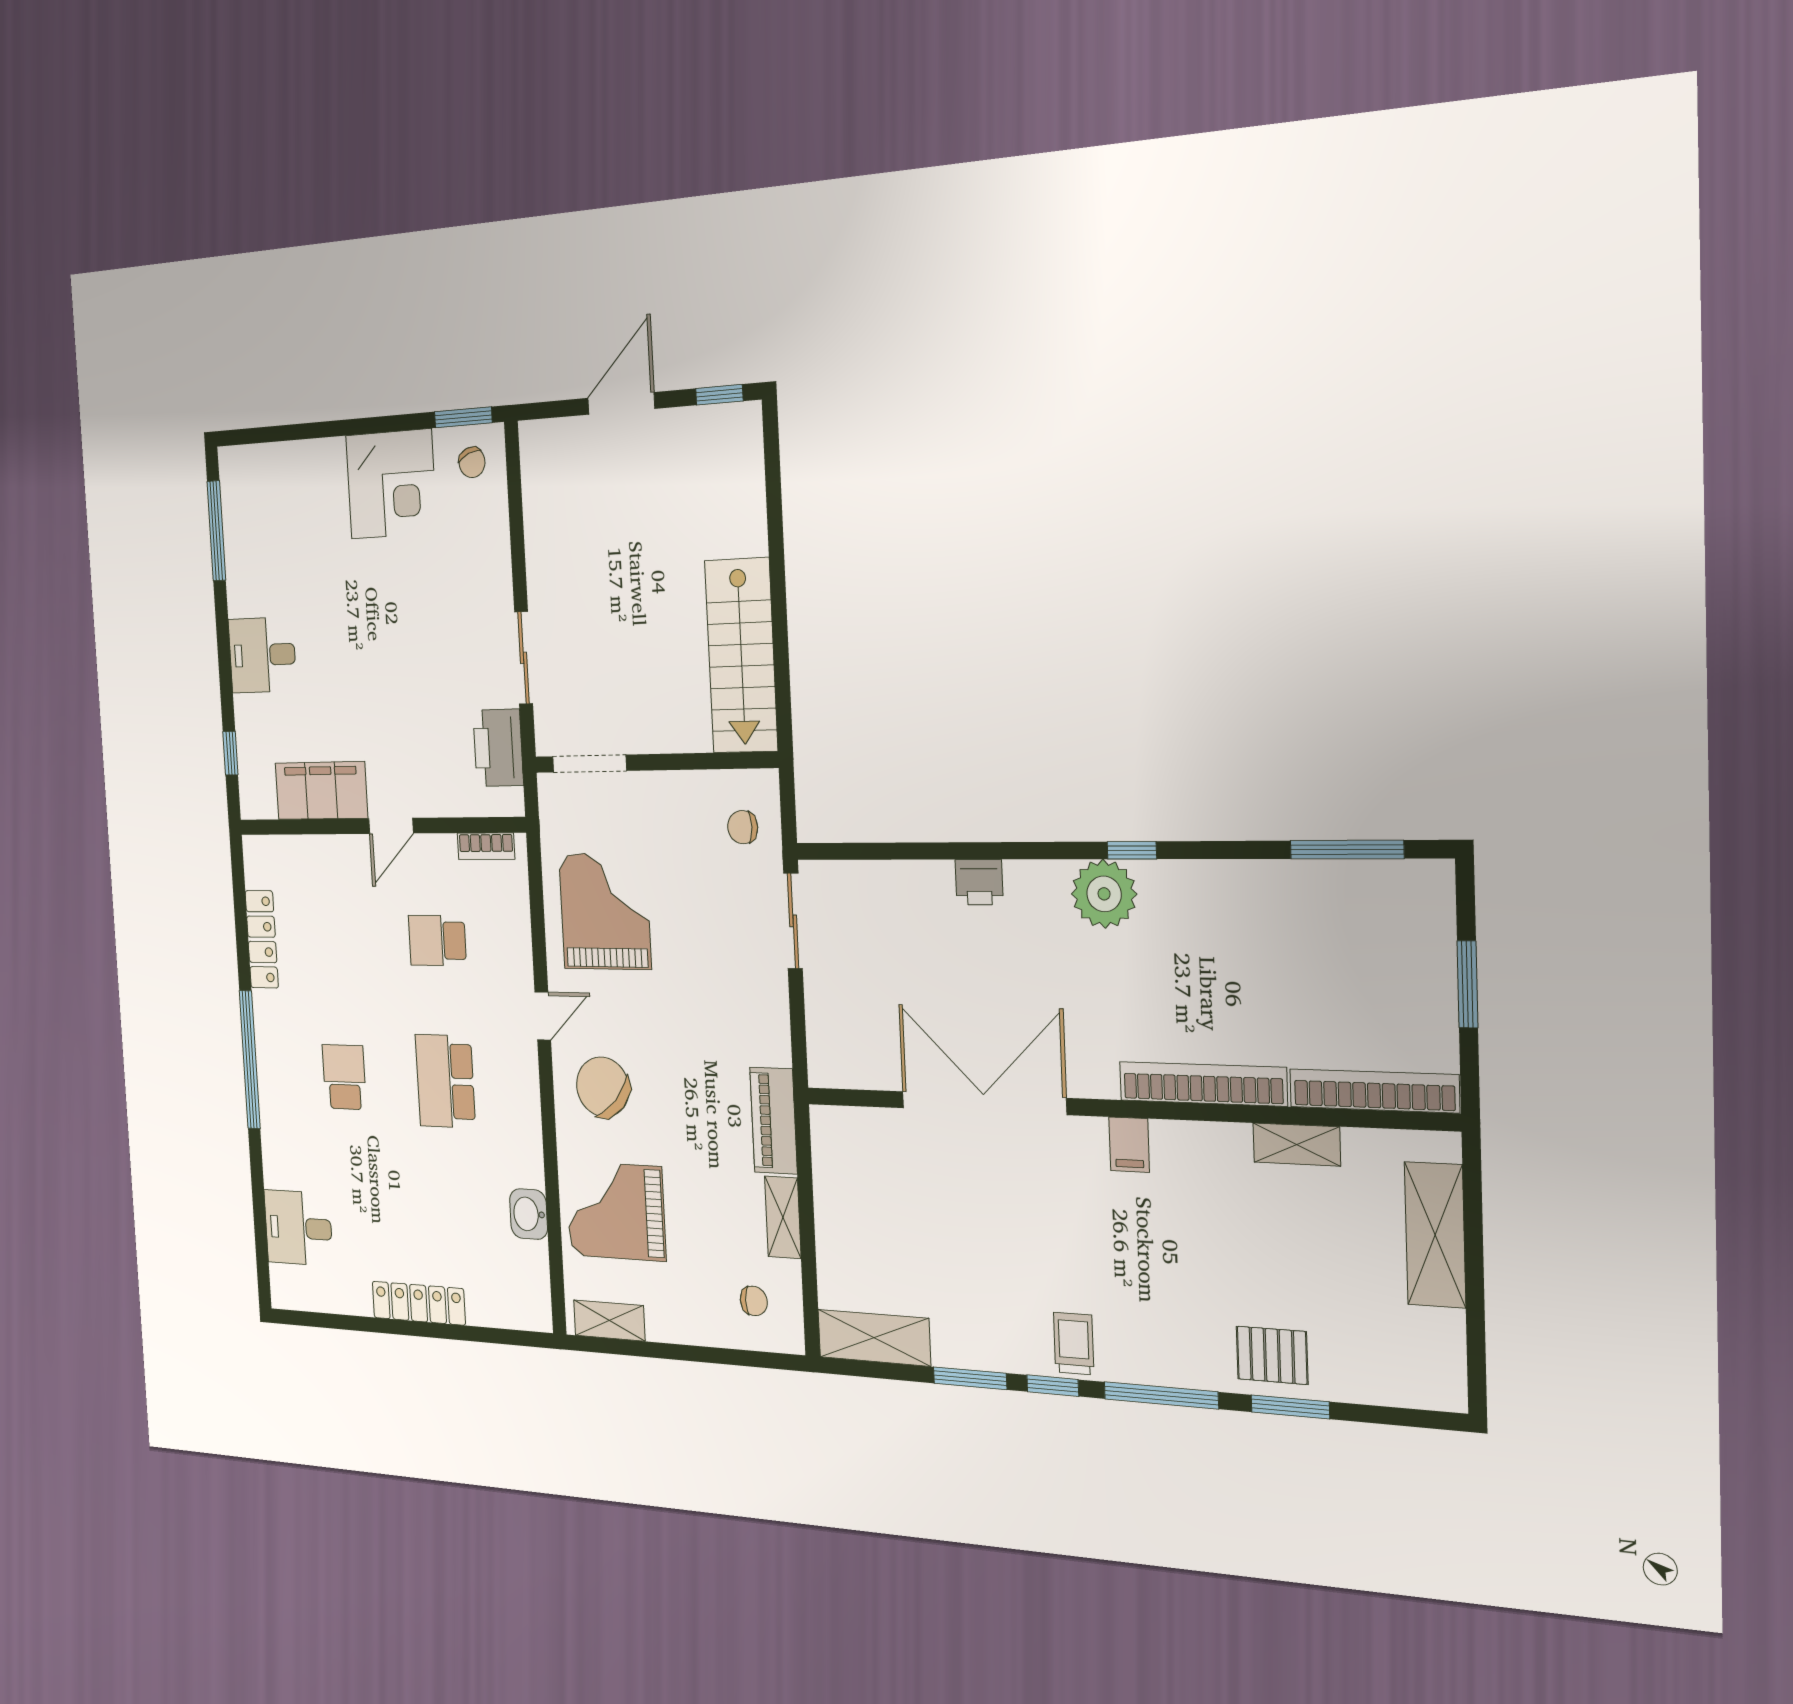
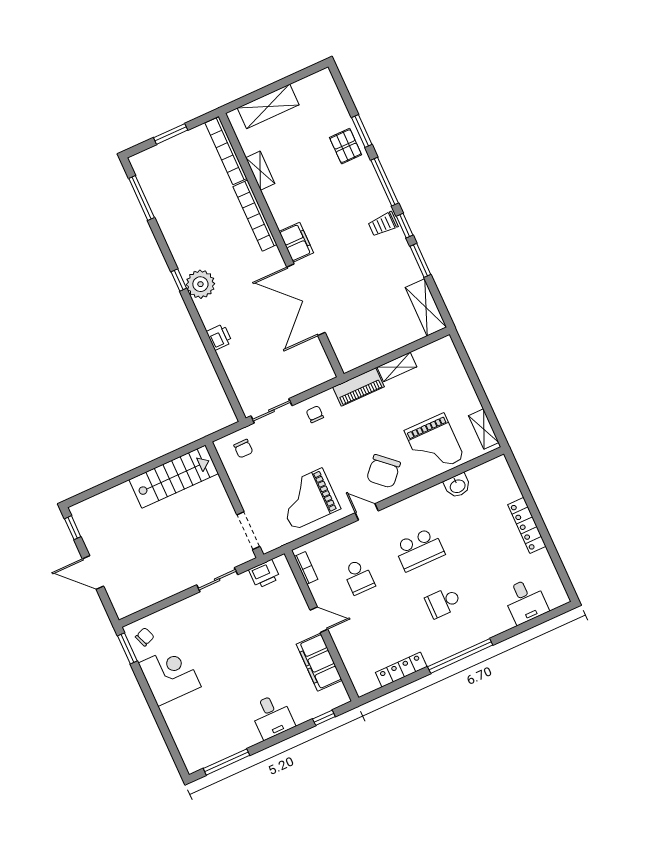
printer: (498, 748) -> (264, 574), width x0.73, depth x0.84
filing cabinet: (1129, 1145) -> (296, 242), width x2.00
chair: (754, 1301) -> (315, 414), moved

